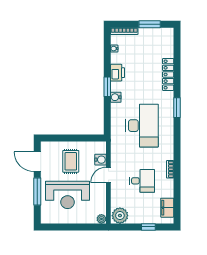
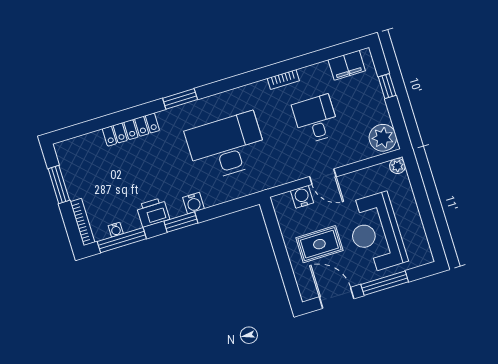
window: (107, 50) -> (122, 240), added
door: (37, 162) -> (337, 298), swing flipped
reception desk: (68, 195) -> (375, 233), turned 180

